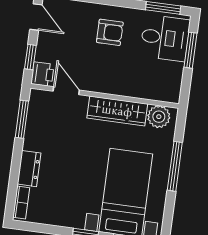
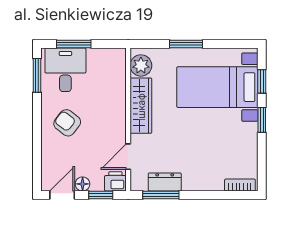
armchair: (110, 32) -> (67, 123), turned -52
floor lamp: (44, 40) -> (83, 184), added
window: (175, 166) -> (186, 44), width x0.69
dresser: (29, 169) -> (165, 182), moved

